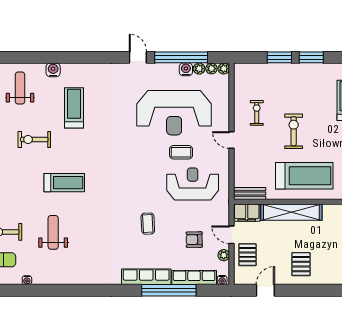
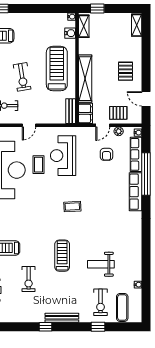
exercise bike: (294, 131) -> (22, 77), turned -99
coffee table: (148, 224) -> (72, 207), moved
pallet: (301, 264) -> (126, 71), turned 90

